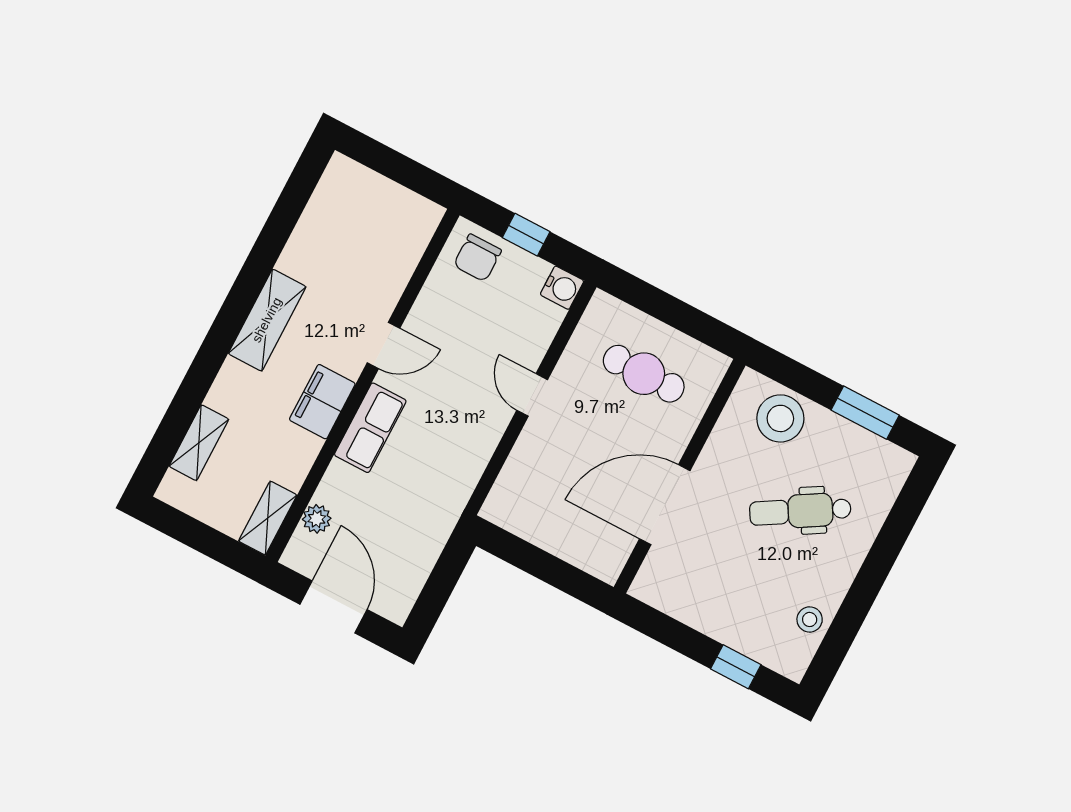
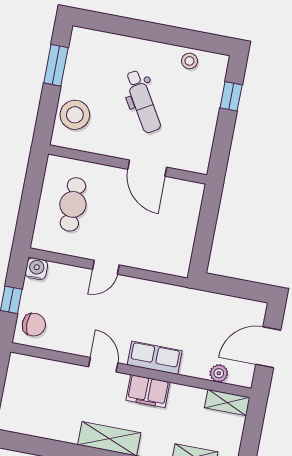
door: (665, 505) -> (147, 168), width x0.73
dental chair: (800, 511) -> (143, 102), moved

